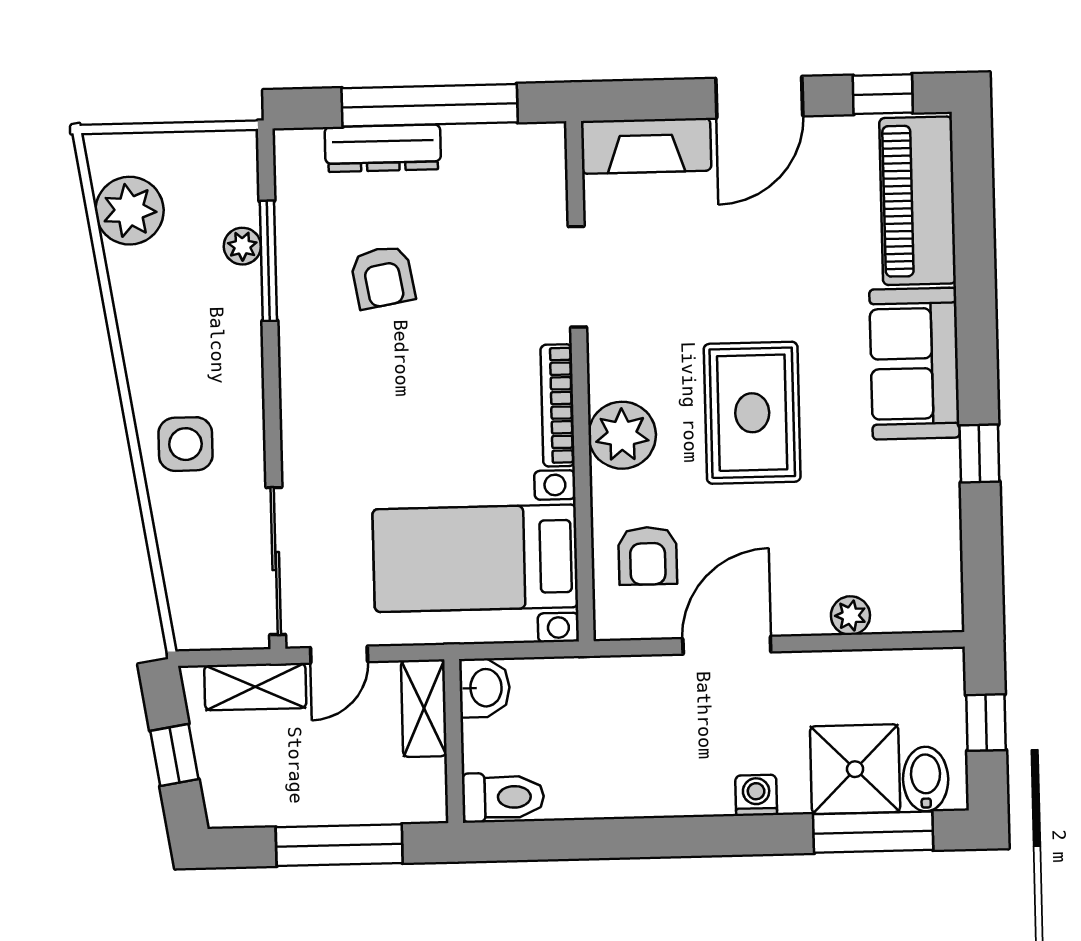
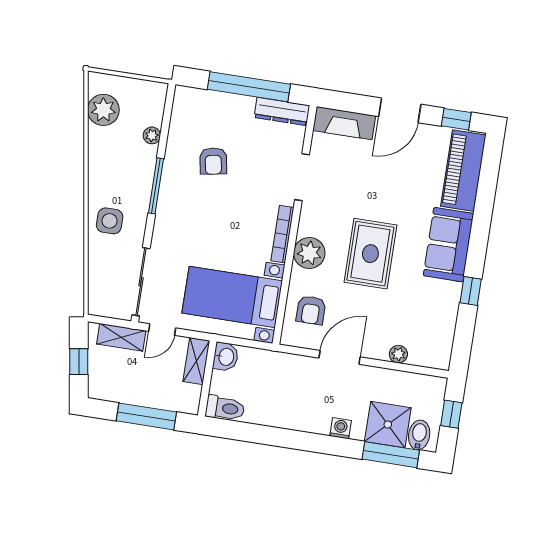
dresser: (383, 148) -> (282, 111), moved
window: (268, 261) -> (156, 186), moved

